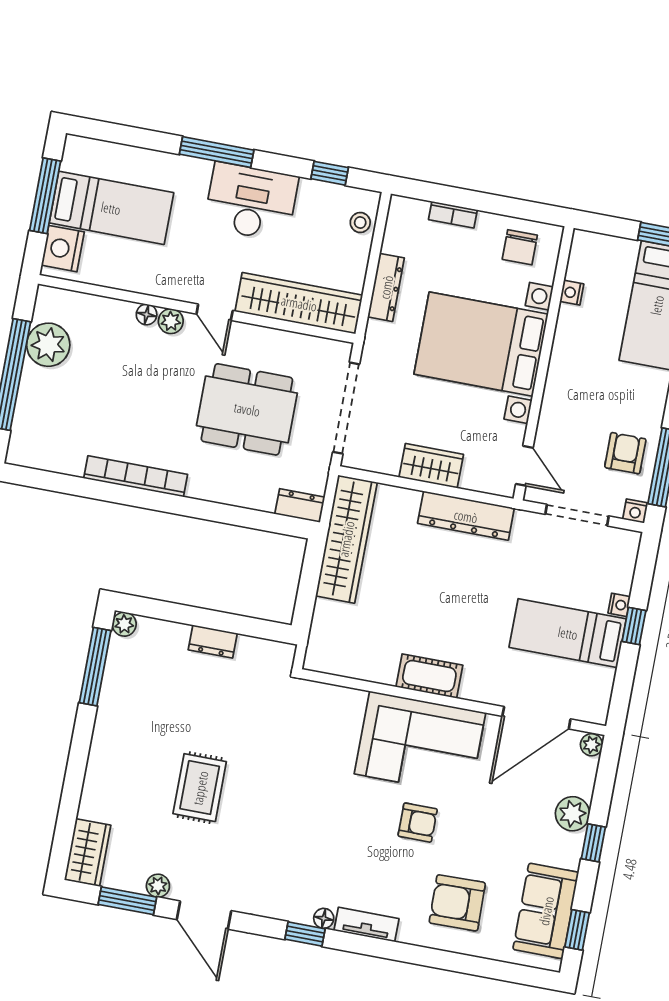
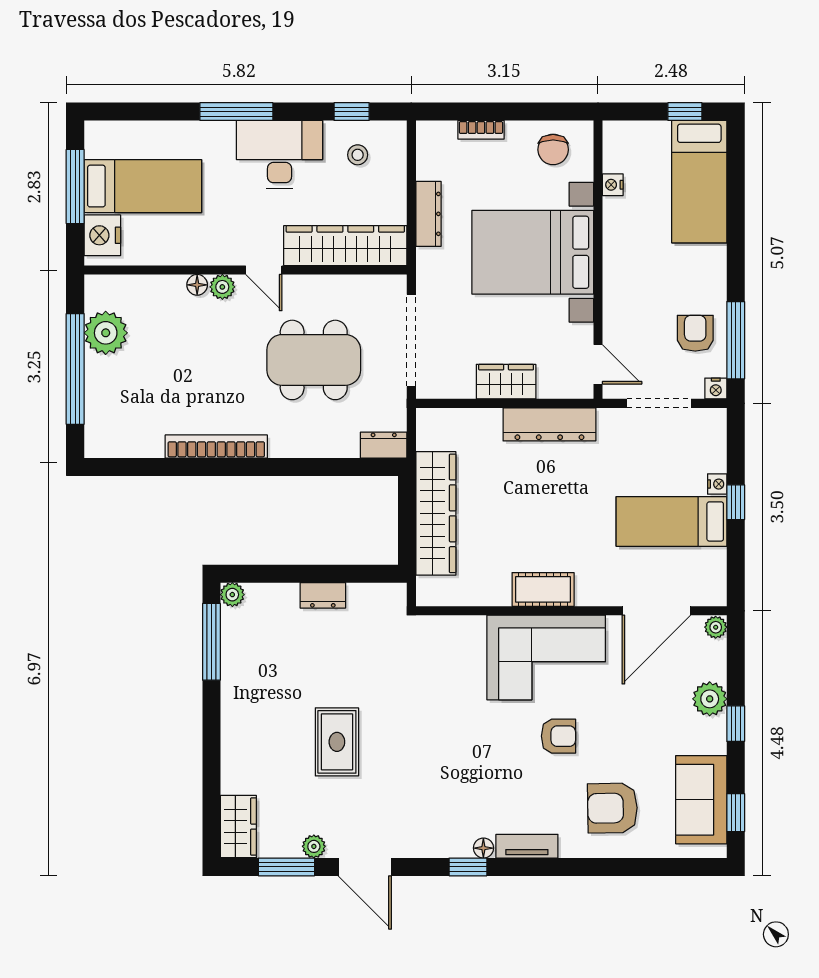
stool: (360, 223) -> (358, 155), moved
wardrobe: (346, 539) -> (436, 513), moved

